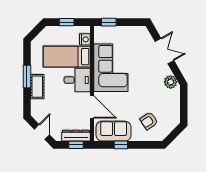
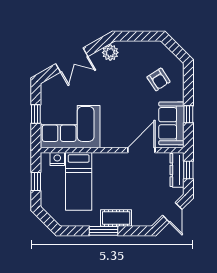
window: (109, 22) -> (36, 114), moved
double door: (164, 51) -> (72, 60), swing flipped
corner sofa: (111, 68) -> (70, 127), moved
desk: (77, 80) -> (108, 168), removed
door: (42, 132) -> (172, 212), swing flipped

